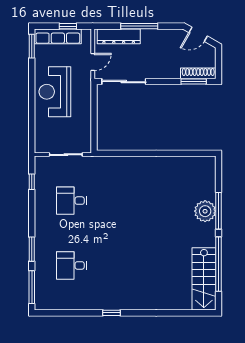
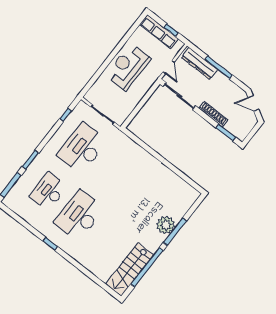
window: (32, 46) -> (136, 25), removed
door: (93, 62) -> (169, 67), hinge flipped
shoe rack: (198, 73) -> (213, 114), moved
desk: (72, 201) -> (82, 148), width x1.87, depth x1.30
desk: (72, 265) -> (48, 191), width x1.37
desk: (118, 265) -> (79, 216), added

